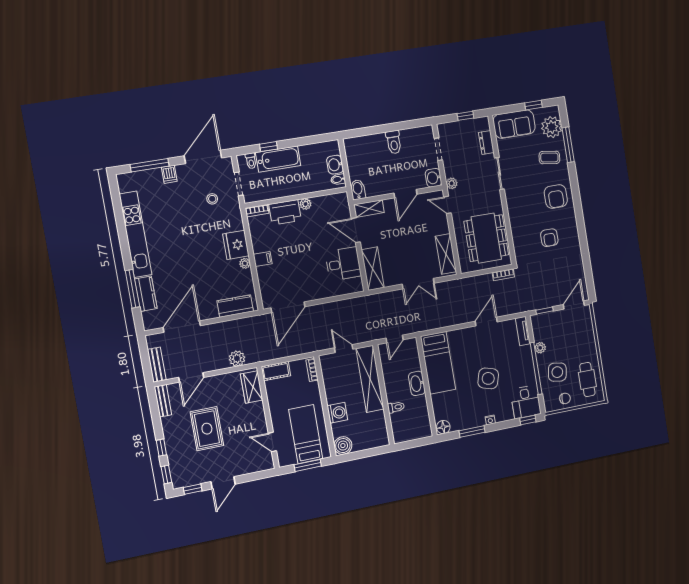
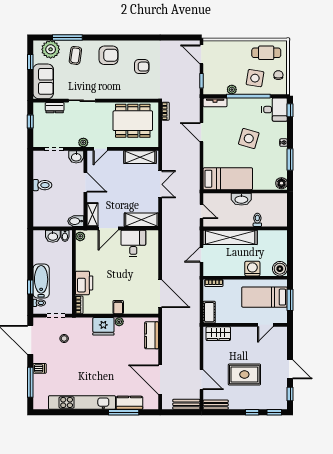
plant: (305, 204) -> (80, 236), moved
plant: (237, 358) -> (193, 341), removed

